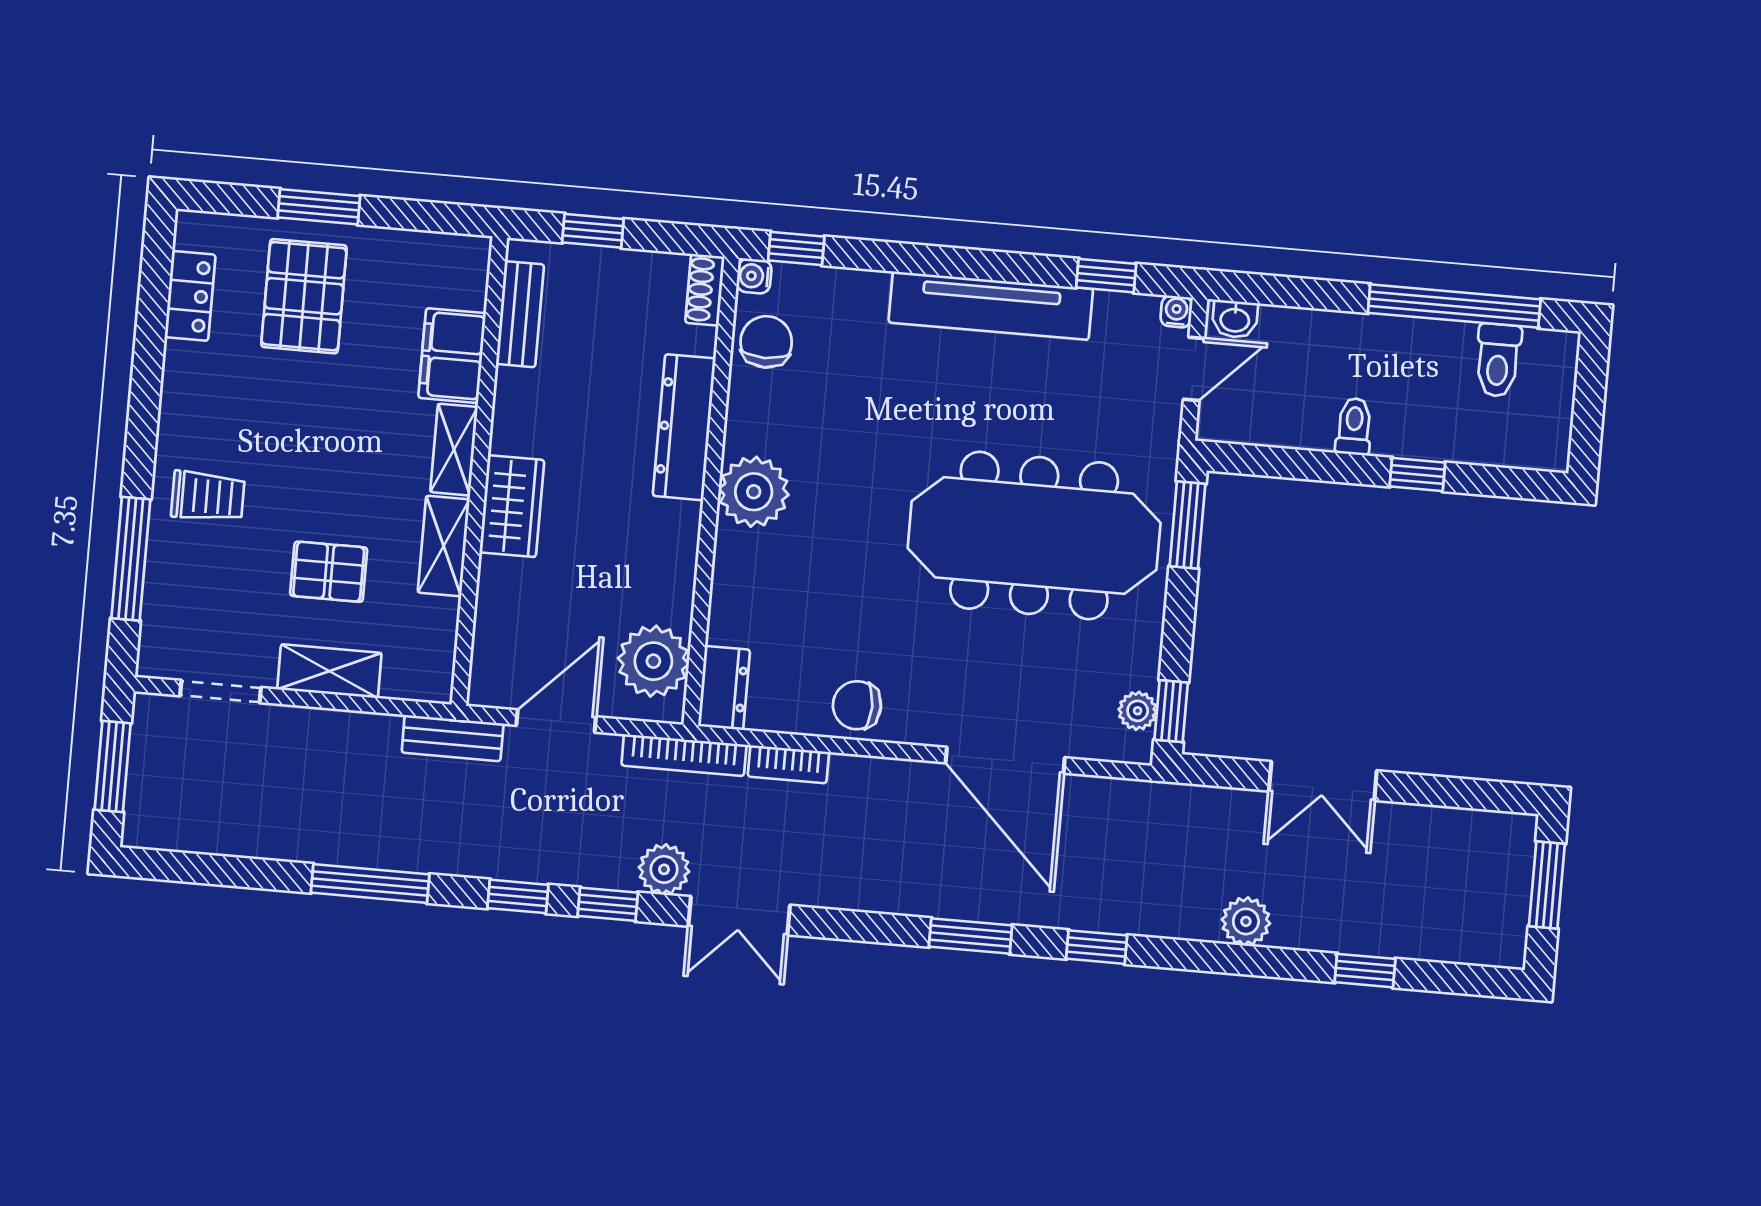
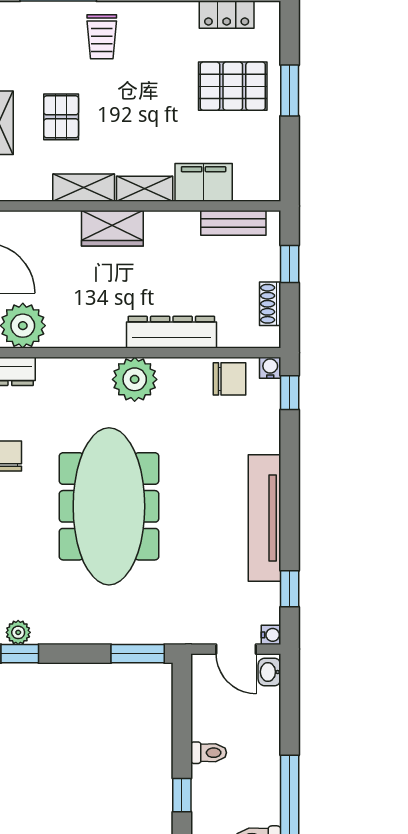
shoe rack: (705, 290) -> (270, 304), moved, turned -90
meeting table: (1034, 535) -> (109, 506), moved

